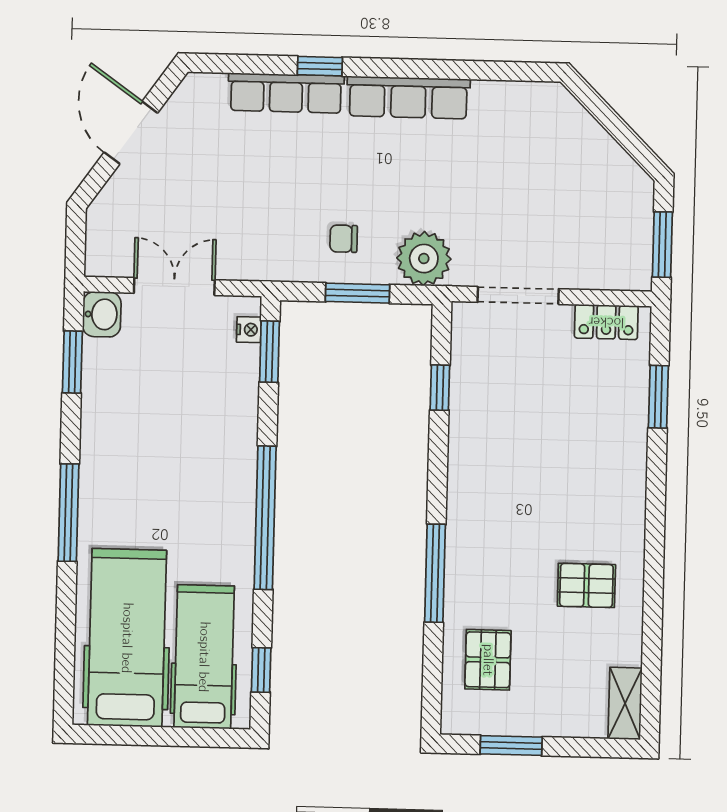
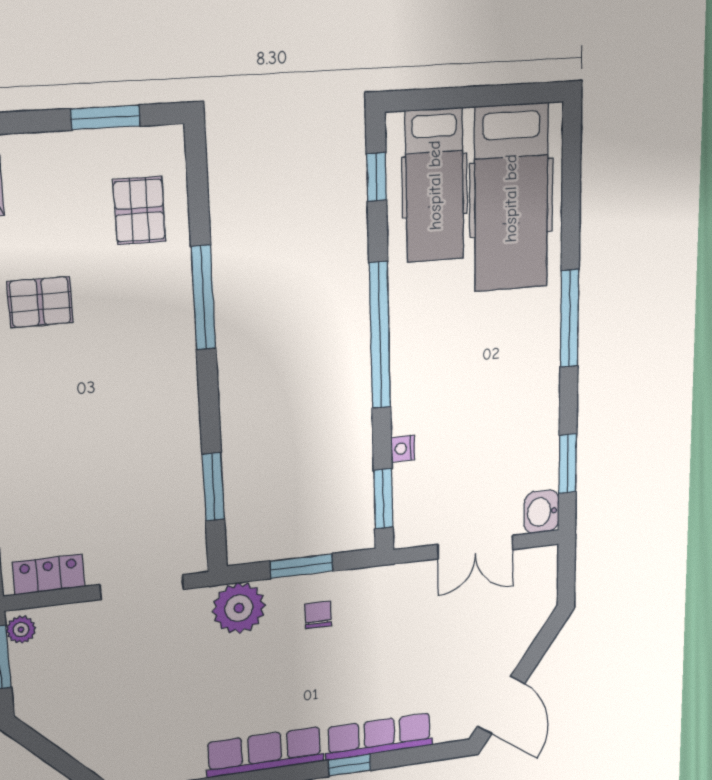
door: (131, 133) -> (501, 705), moved
chair: (344, 239) -> (318, 615), turned -90
plant: (638, 270) -> (21, 630), added
nightstand: (249, 330) -> (403, 449), moved
window: (440, 388) -> (213, 487), width x1.50

